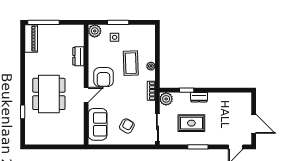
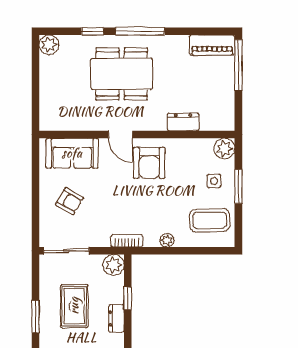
coffee table: (131, 63) -> (210, 220), moved
armchair: (103, 77) -> (149, 163), turned -90
window: (23, 83) -> (140, 31), added
plant: (31, 139) -> (49, 45), added

